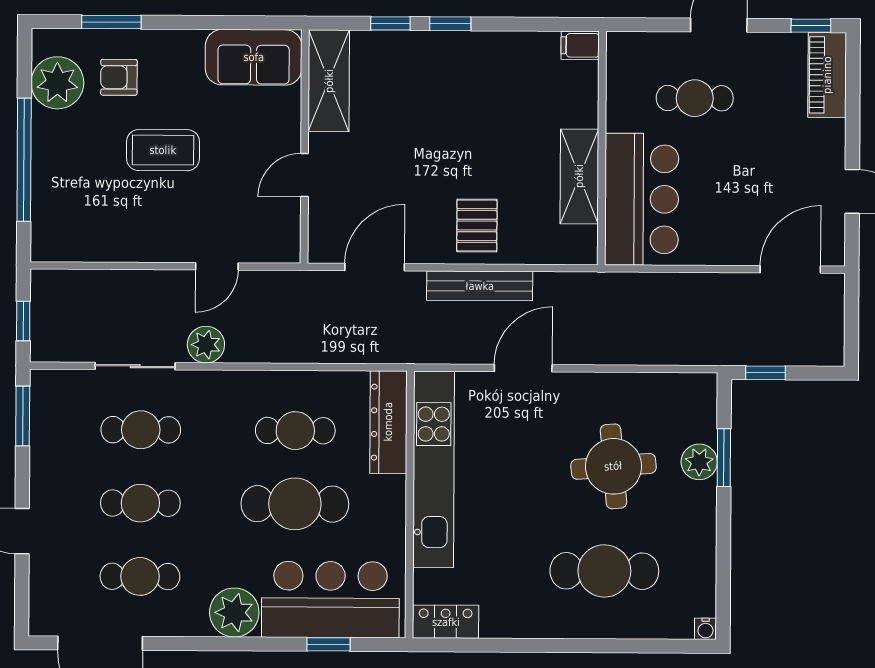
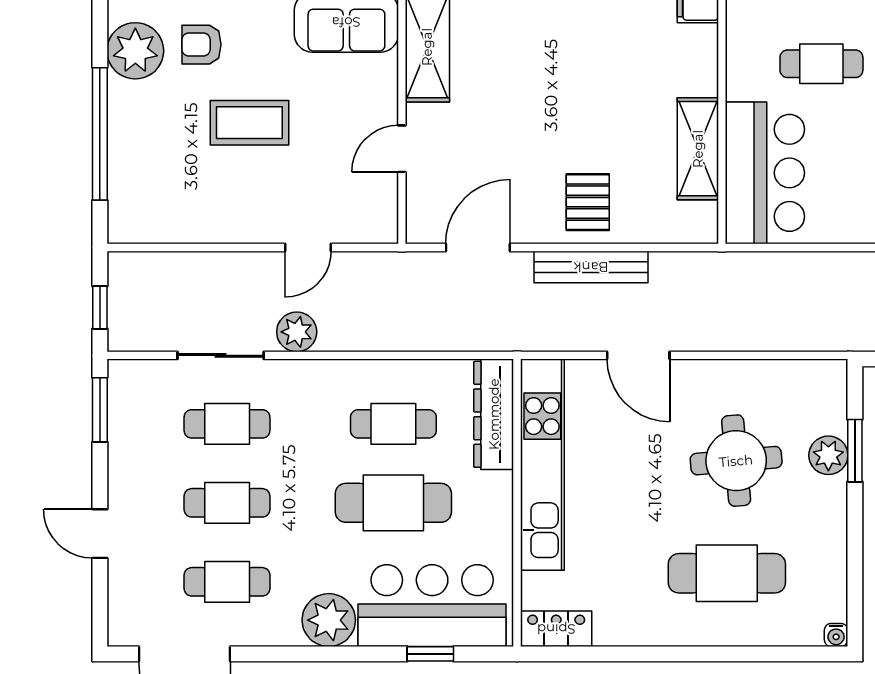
door: (523, 368) -> (638, 355), swing flipped

